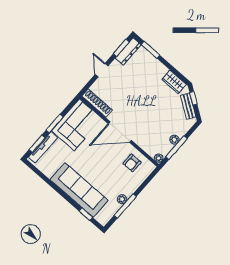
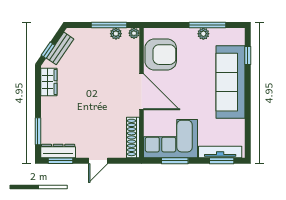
window: (55, 124) -> (175, 161), moved
plant: (174, 140) -> (116, 34), moved
armchair: (132, 163) -> (161, 55), width x1.88, depth x1.88

